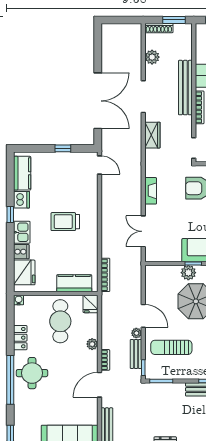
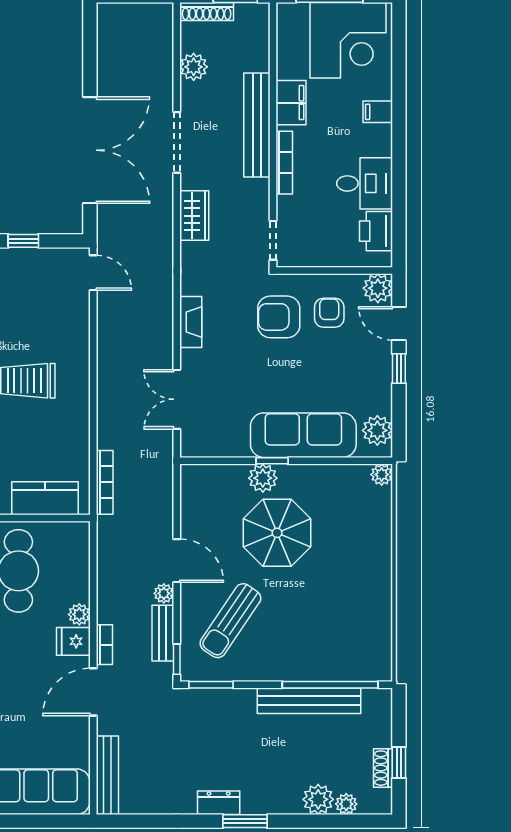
fridge: (91, 304) -> (73, 641), moved, turned 90
sun lounger: (171, 347) -> (230, 621), turned -56

